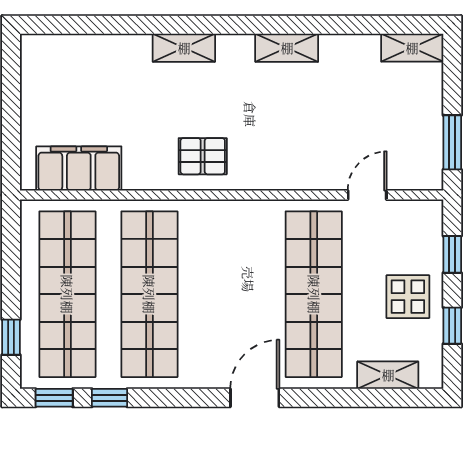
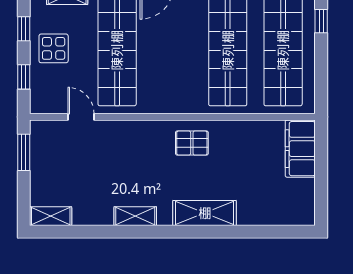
shelving: (184, 48) -> (205, 213), width x1.50, depth x1.33
filing cabinet: (79, 168) -> (300, 149), moved, turned 90
door: (367, 195) -> (81, 117), swing flipped

